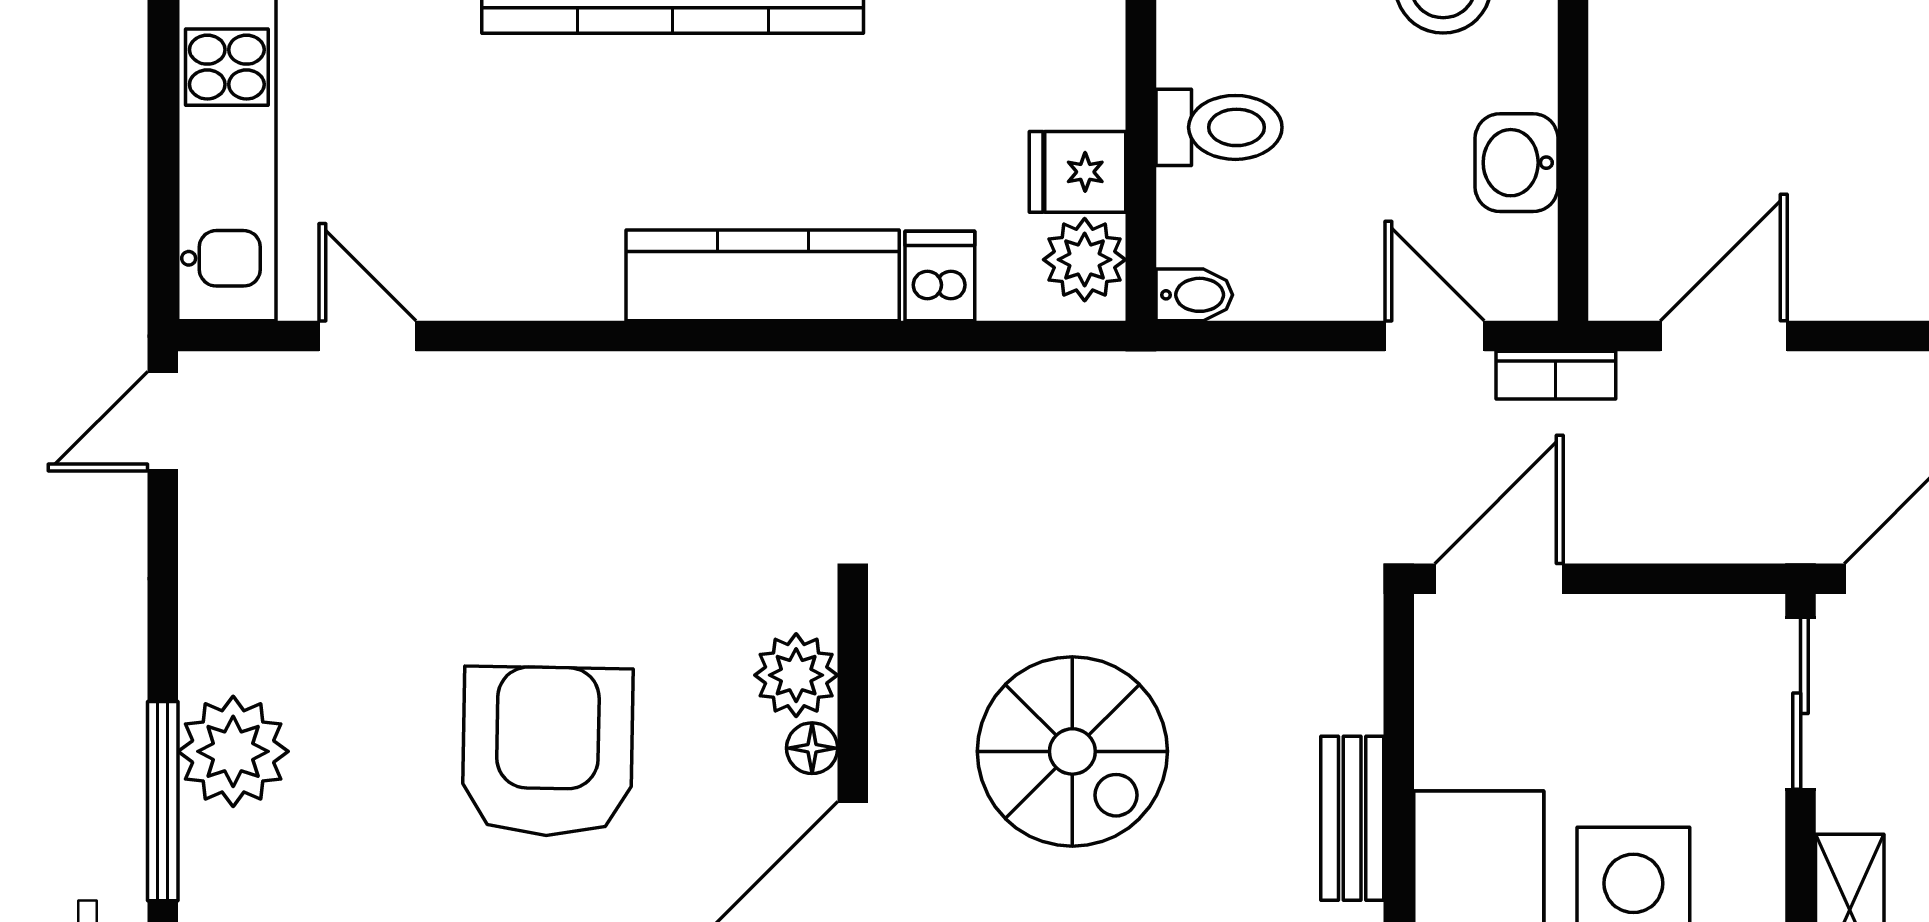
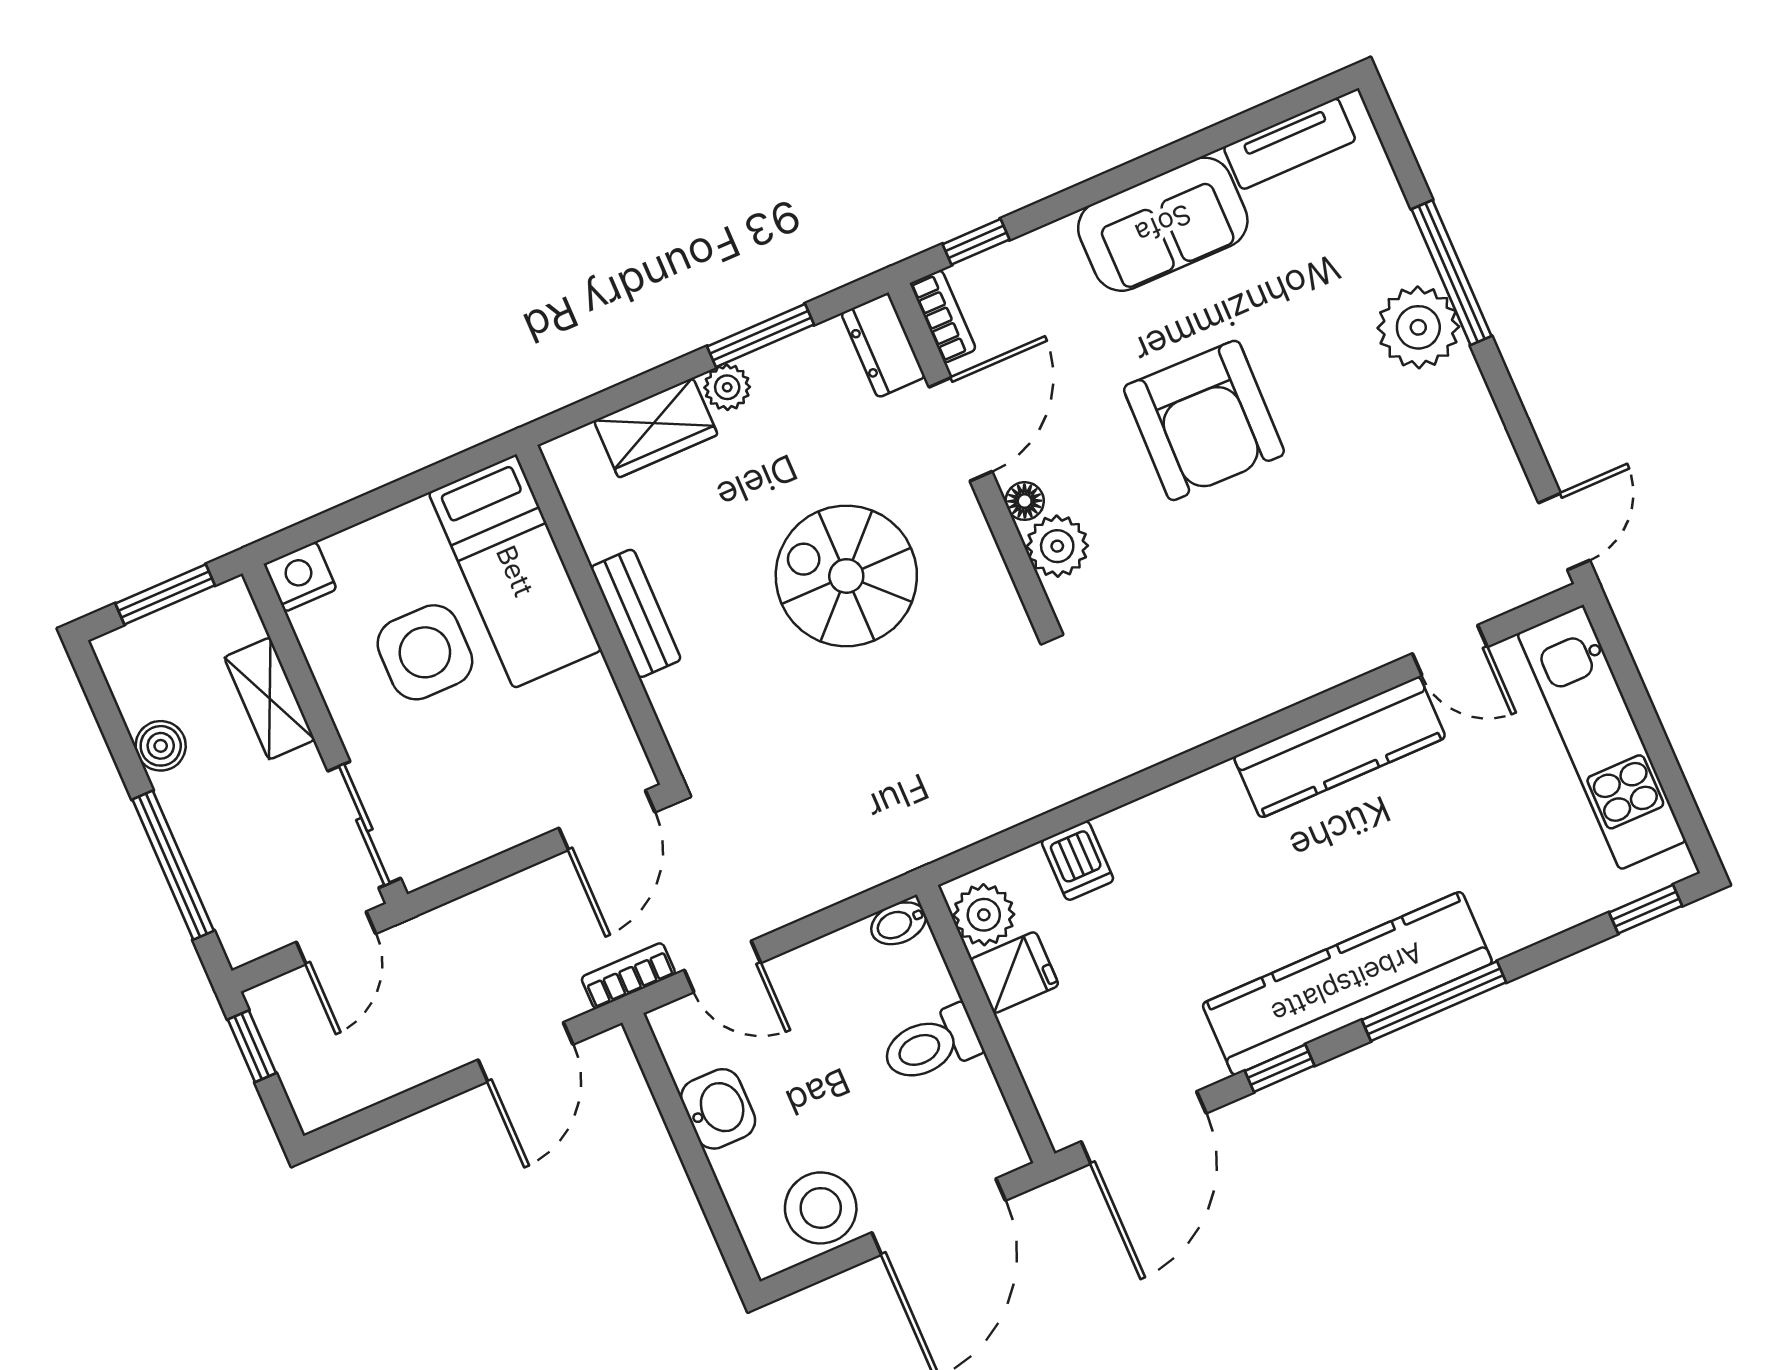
kitchen counter: (763, 275) -> (1340, 747), moved

